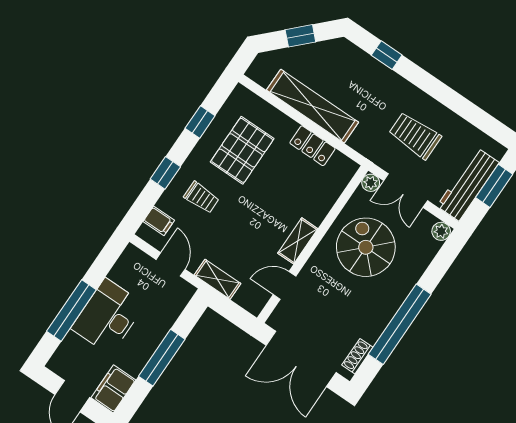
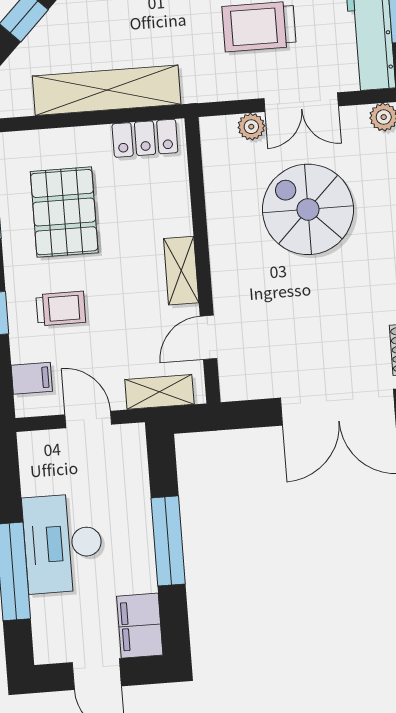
shelving: (298, 241) -> (181, 271), moved
wall: (313, 244) -> (202, 260), moved
door: (285, 285) -> (208, 337), moved

